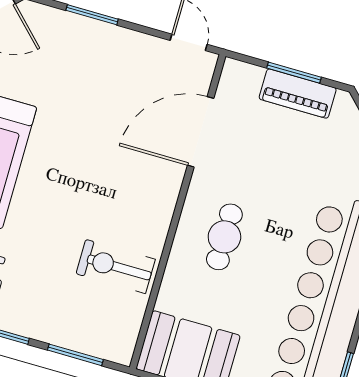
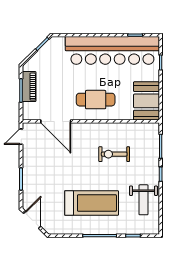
cafe table: (224, 237) -> (96, 100), width x1.37, depth x1.35
exercise bike: (116, 266) -> (114, 154), moved, turned 90

